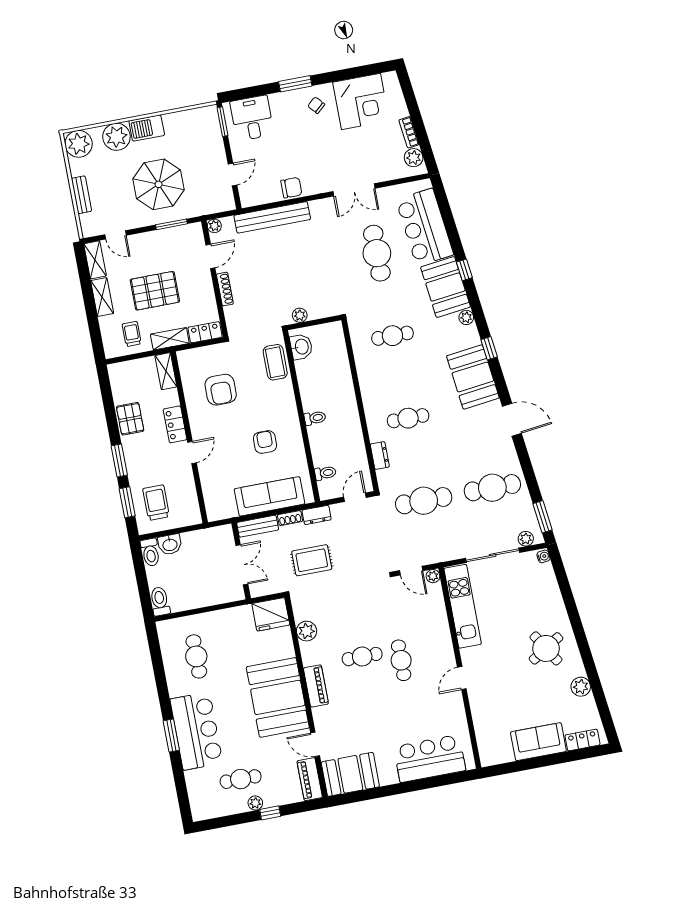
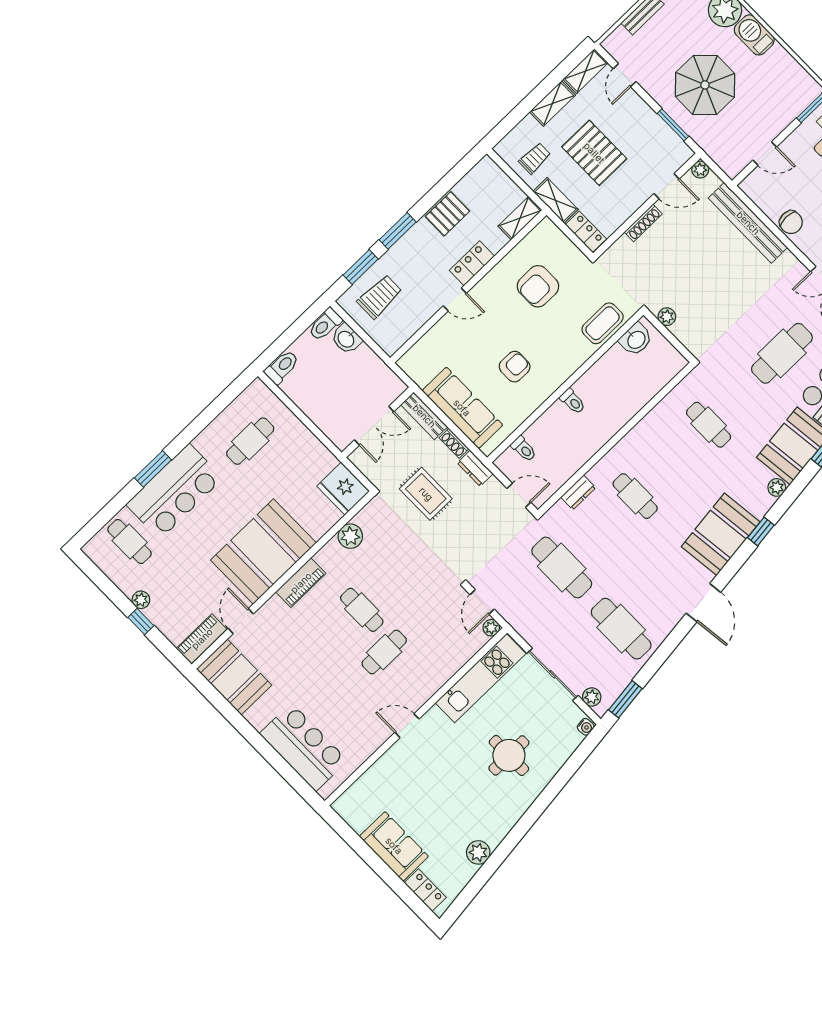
round table: (546, 648) -> (509, 755), moved, turned 32
cafe table: (241, 779) -> (130, 541), moved

